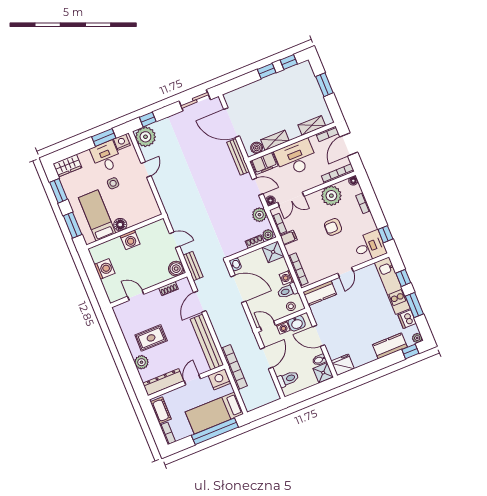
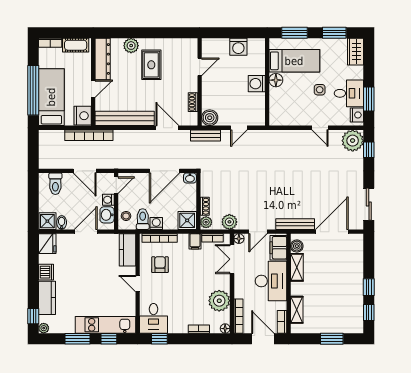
armchair: (333, 227) -> (160, 265), moved
dishwasher: (407, 319) -> (46, 272), moved, turned 90
door: (192, 380) -> (93, 89), hinge flipped

